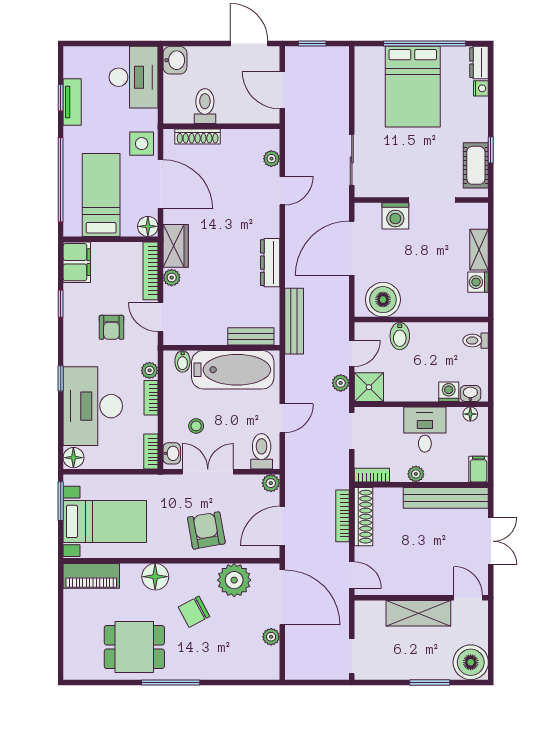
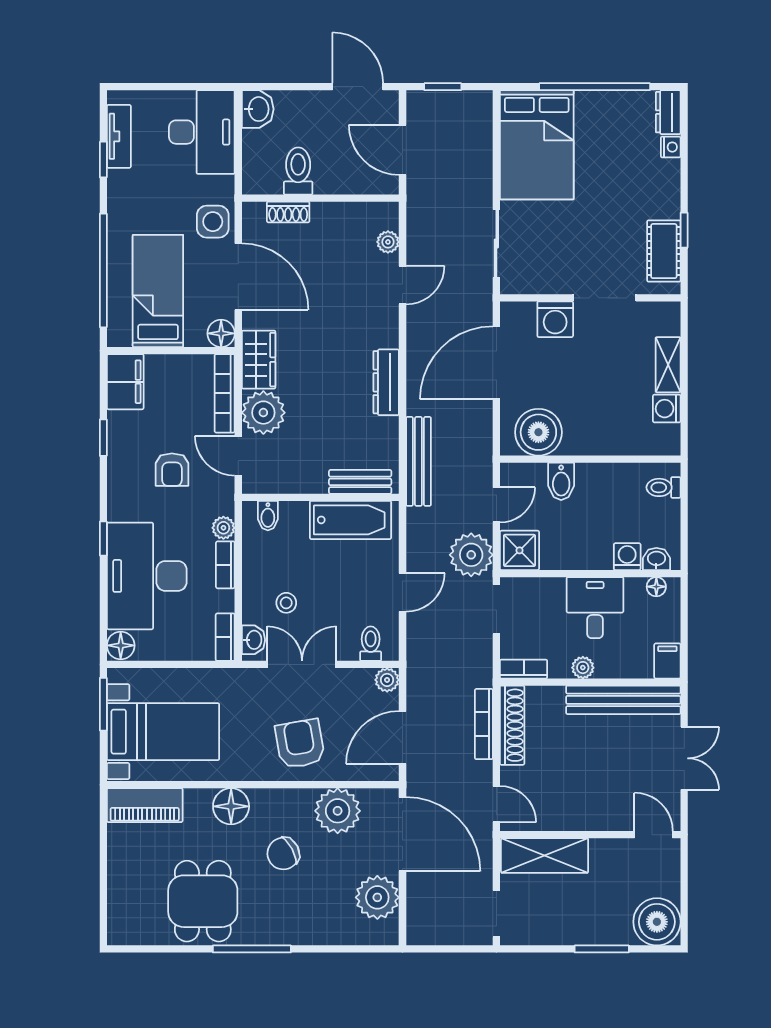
bed: (413, 87) -> (537, 145), moved
tv unit: (72, 102) -> (119, 136), moved
shoe rack: (198, 136) -> (288, 212), width x0.70
plant: (172, 278) -> (263, 413), width x1.88, depth x1.88
bathtub: (233, 370) -> (350, 520), width x0.73, depth x0.73
plant: (341, 383) -> (471, 555), width x1.88, depth x1.88
toilet: (262, 451) -> (371, 644), width x0.73, depth x0.72
shelving: (418, 613) -> (545, 856), moved
plant: (271, 637) -> (377, 897), width x1.88, depth x1.88
dining table: (134, 647) -> (203, 901), turned 90

